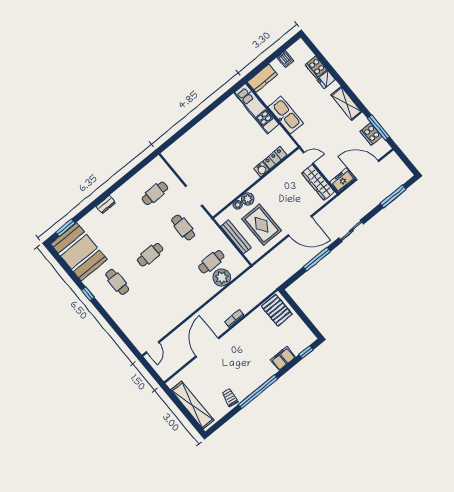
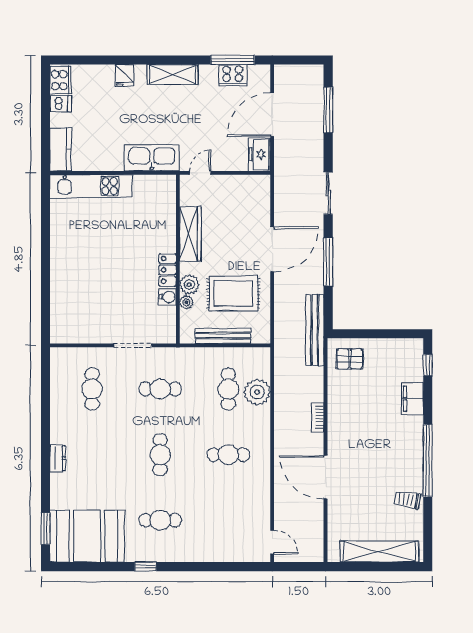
cooker: (316, 67) -> (61, 80), moved, turned -90
kitchen sink: (286, 115) -> (152, 158), moved
locker: (275, 158) -> (168, 270), moved
water cooler: (261, 169) -> (168, 297), moved
wardrobe: (318, 182) -> (190, 234), moved, turned -90
bench: (277, 281) -> (315, 330), added
cafe table: (178, 289) -> (228, 455), added
pallet: (277, 310) -> (350, 359), width x0.67, depth x0.71

